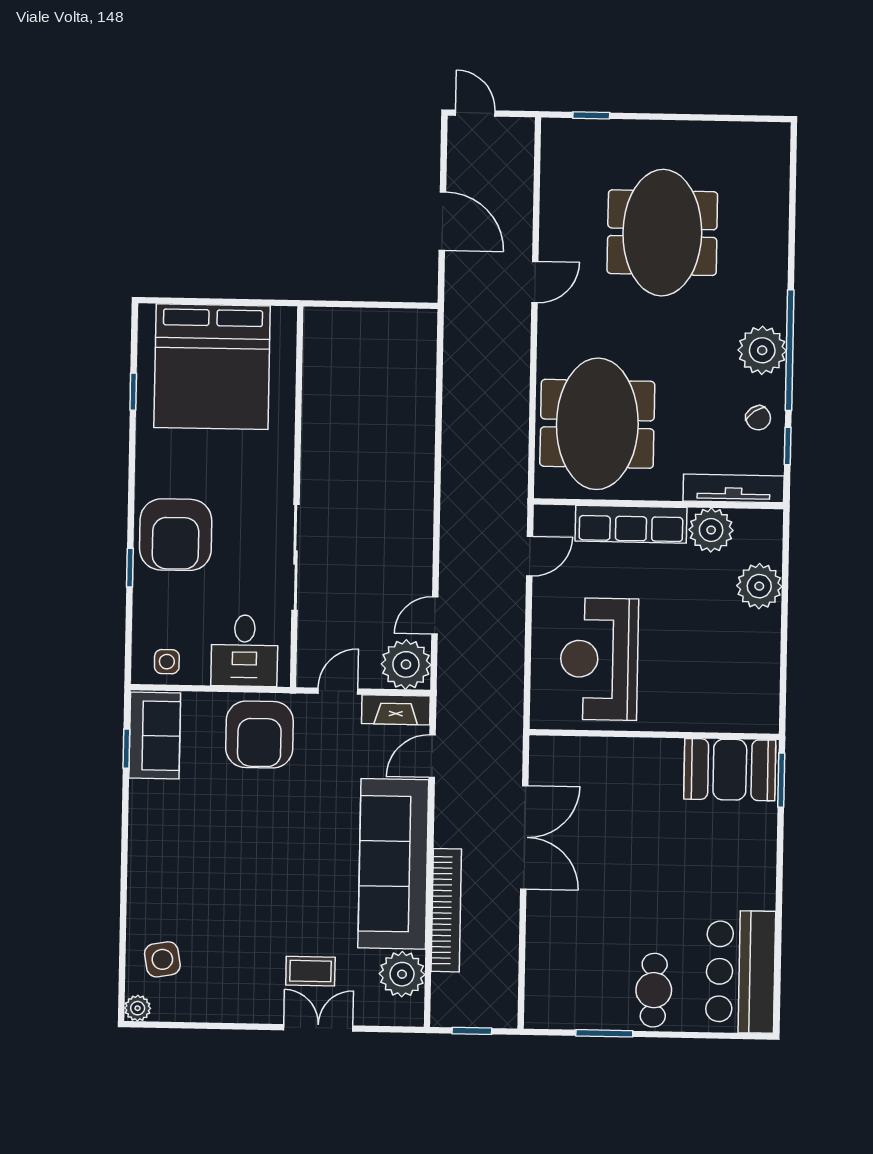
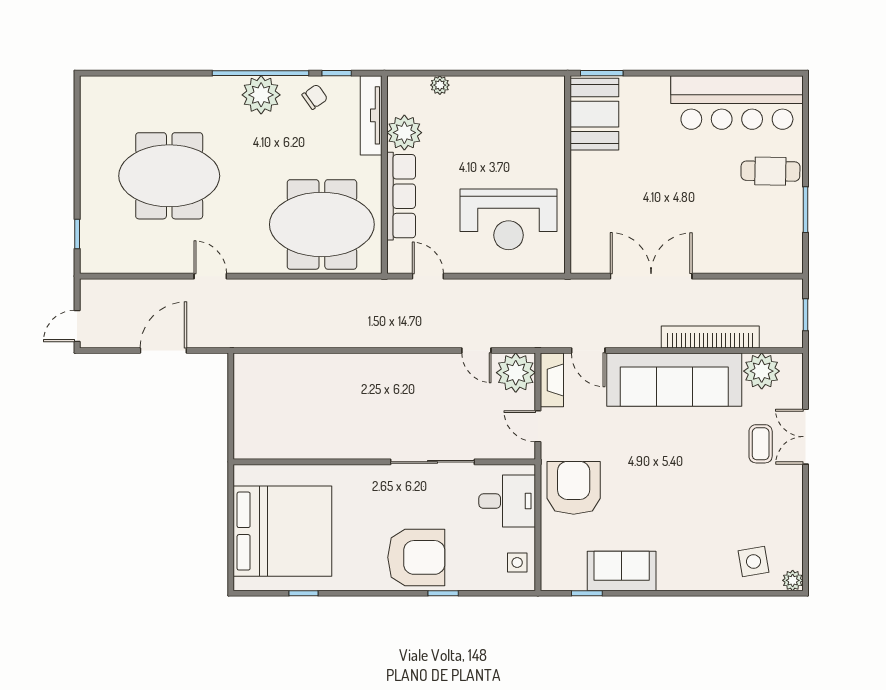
plant: (759, 586) -> (440, 85), width x0.53, depth x0.53
armchair: (259, 734) -> (574, 488), turned -90
sofa: (155, 736) -> (622, 571), moved
bar counter: (741, 972) -> (737, 102), width x1.36

